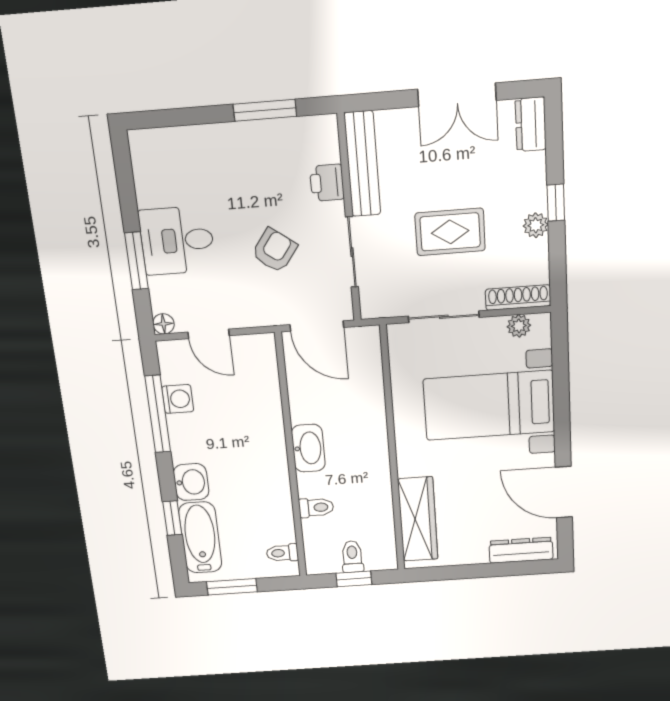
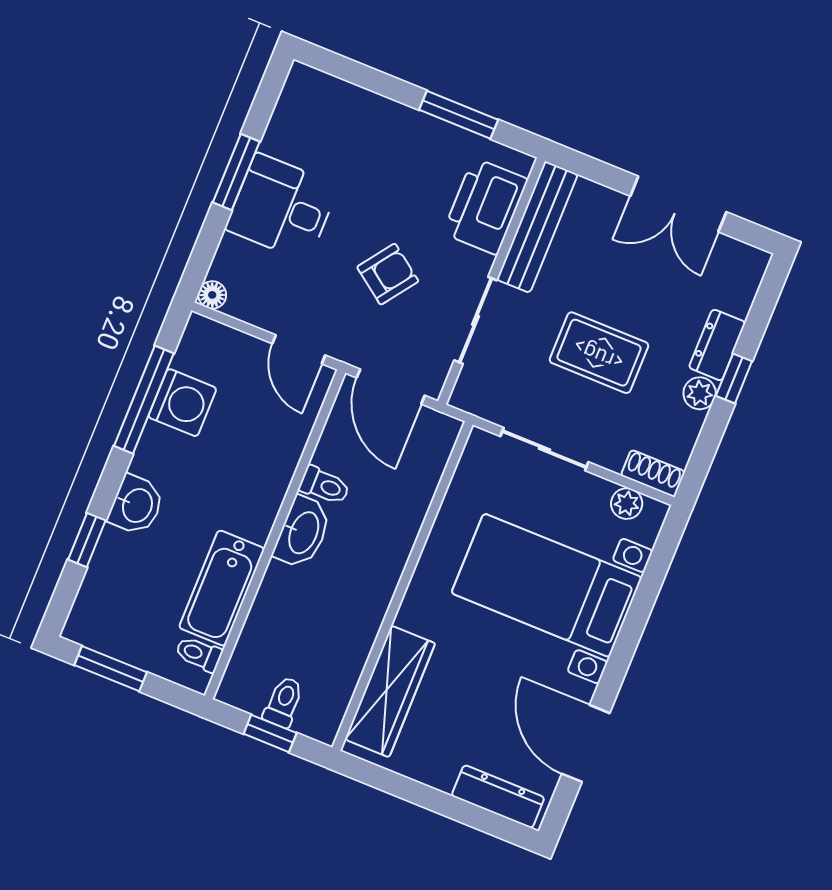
dresser: (531, 124) -> (717, 345), moved
printer: (327, 183) -> (485, 206), width x1.87, depth x1.48
window: (136, 261) -> (236, 172), moved
shoe rack: (518, 298) -> (653, 473), width x0.70
door: (209, 334) -> (299, 349), moved
washing machine: (178, 399) -> (182, 403), width x1.38, depth x1.38
toilet: (316, 508) -> (324, 486), moved
bathtub: (200, 538) -> (222, 588), moved, turned 180

